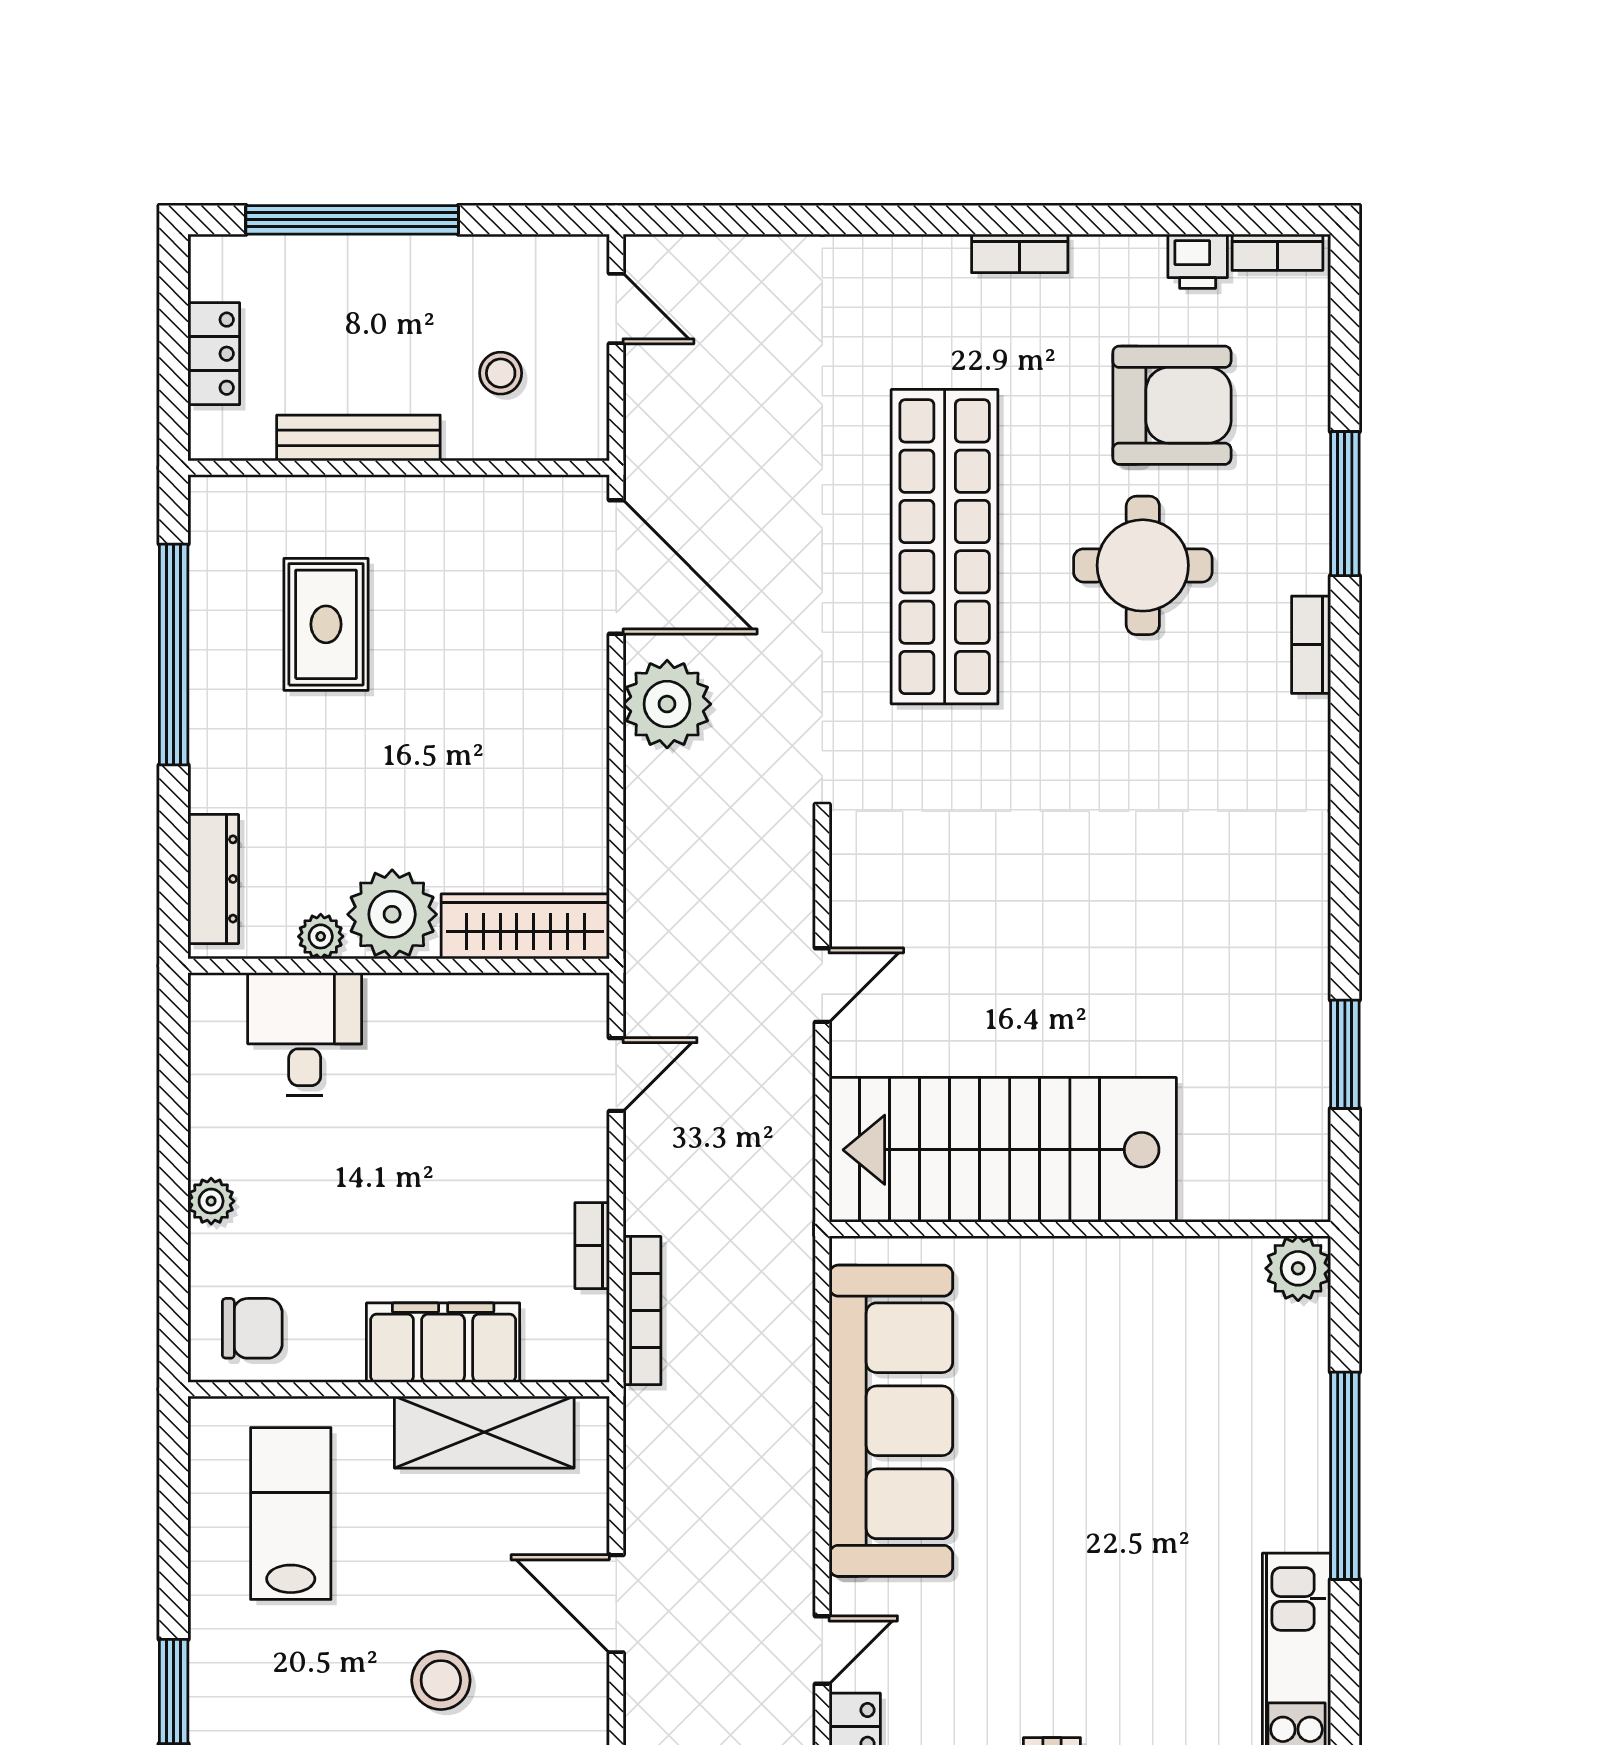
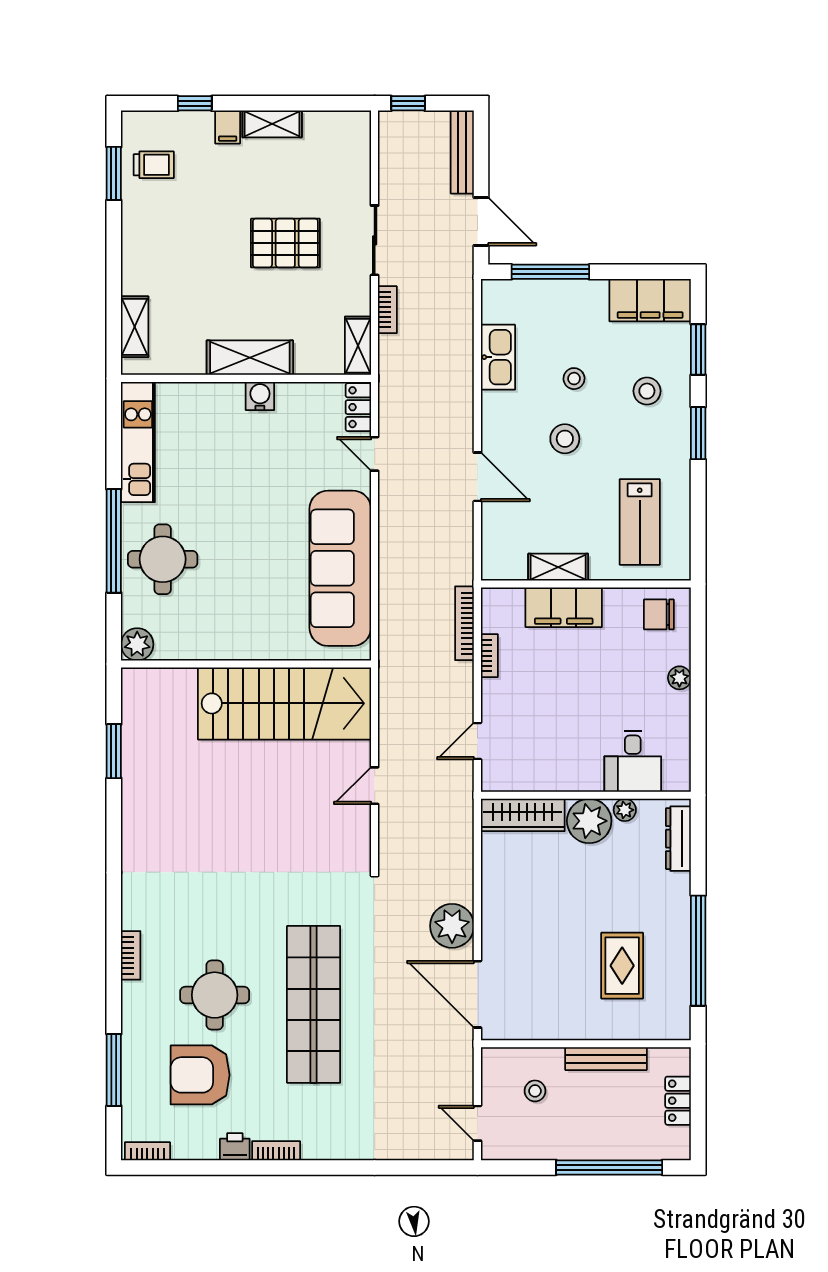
printer: (1198, 261) -> (235, 1147), moved
window: (1345, 504) -> (114, 1070), moved
shelving: (484, 1432) -> (558, 567), width x0.67, depth x0.75
round table: (1247, 1439) -> (163, 559), added
door: (822, 1650) -> (375, 454), hinge flipped

